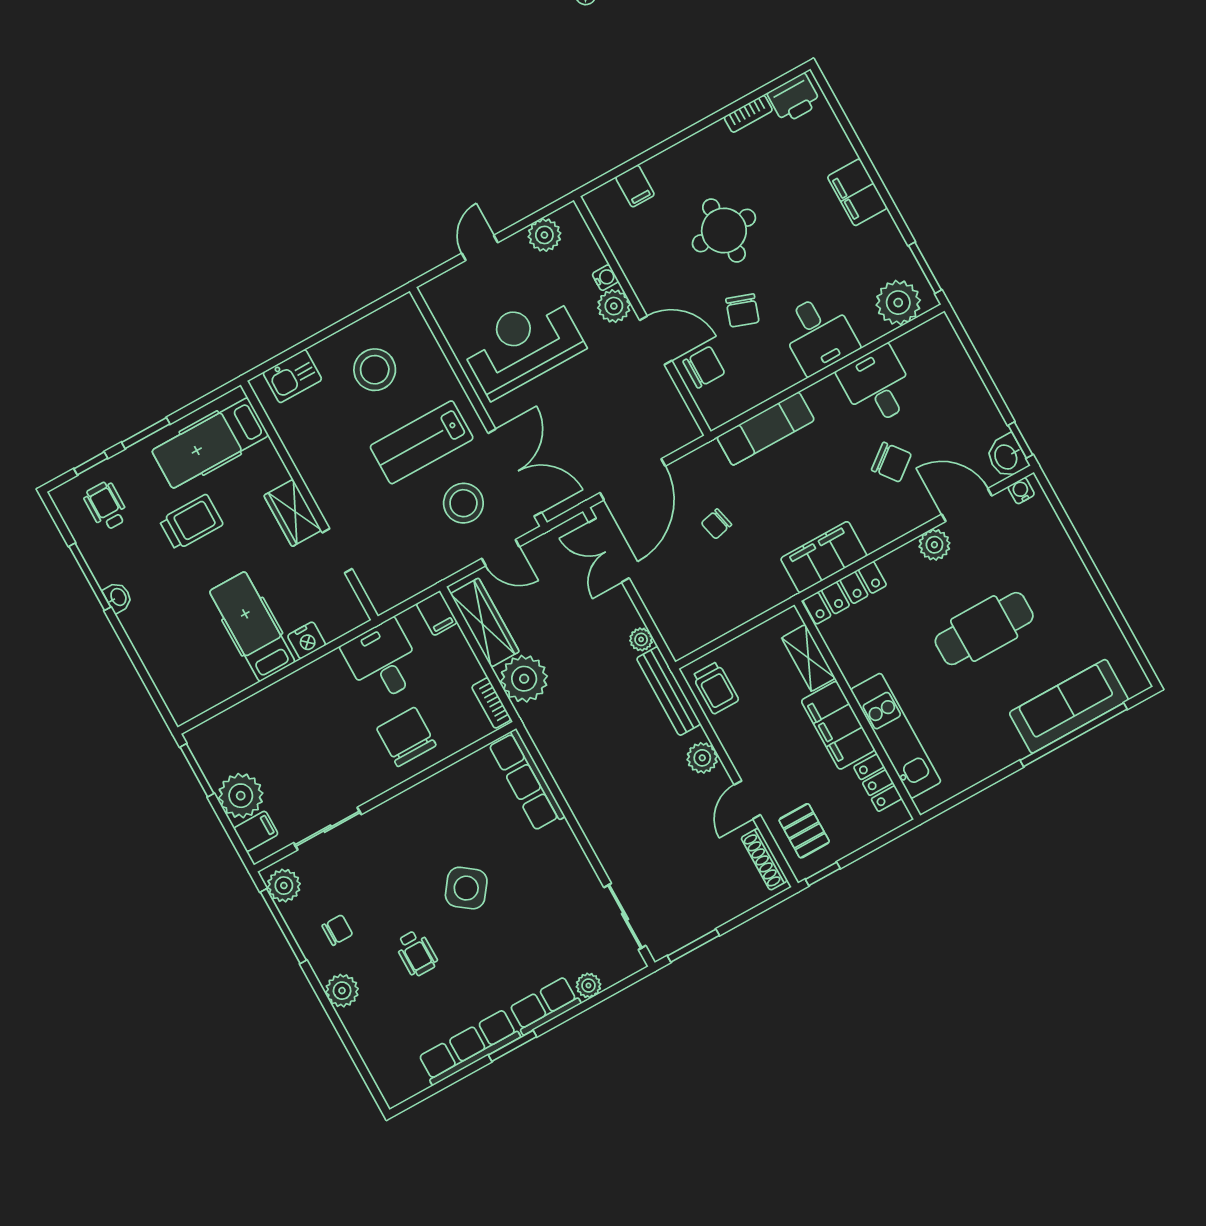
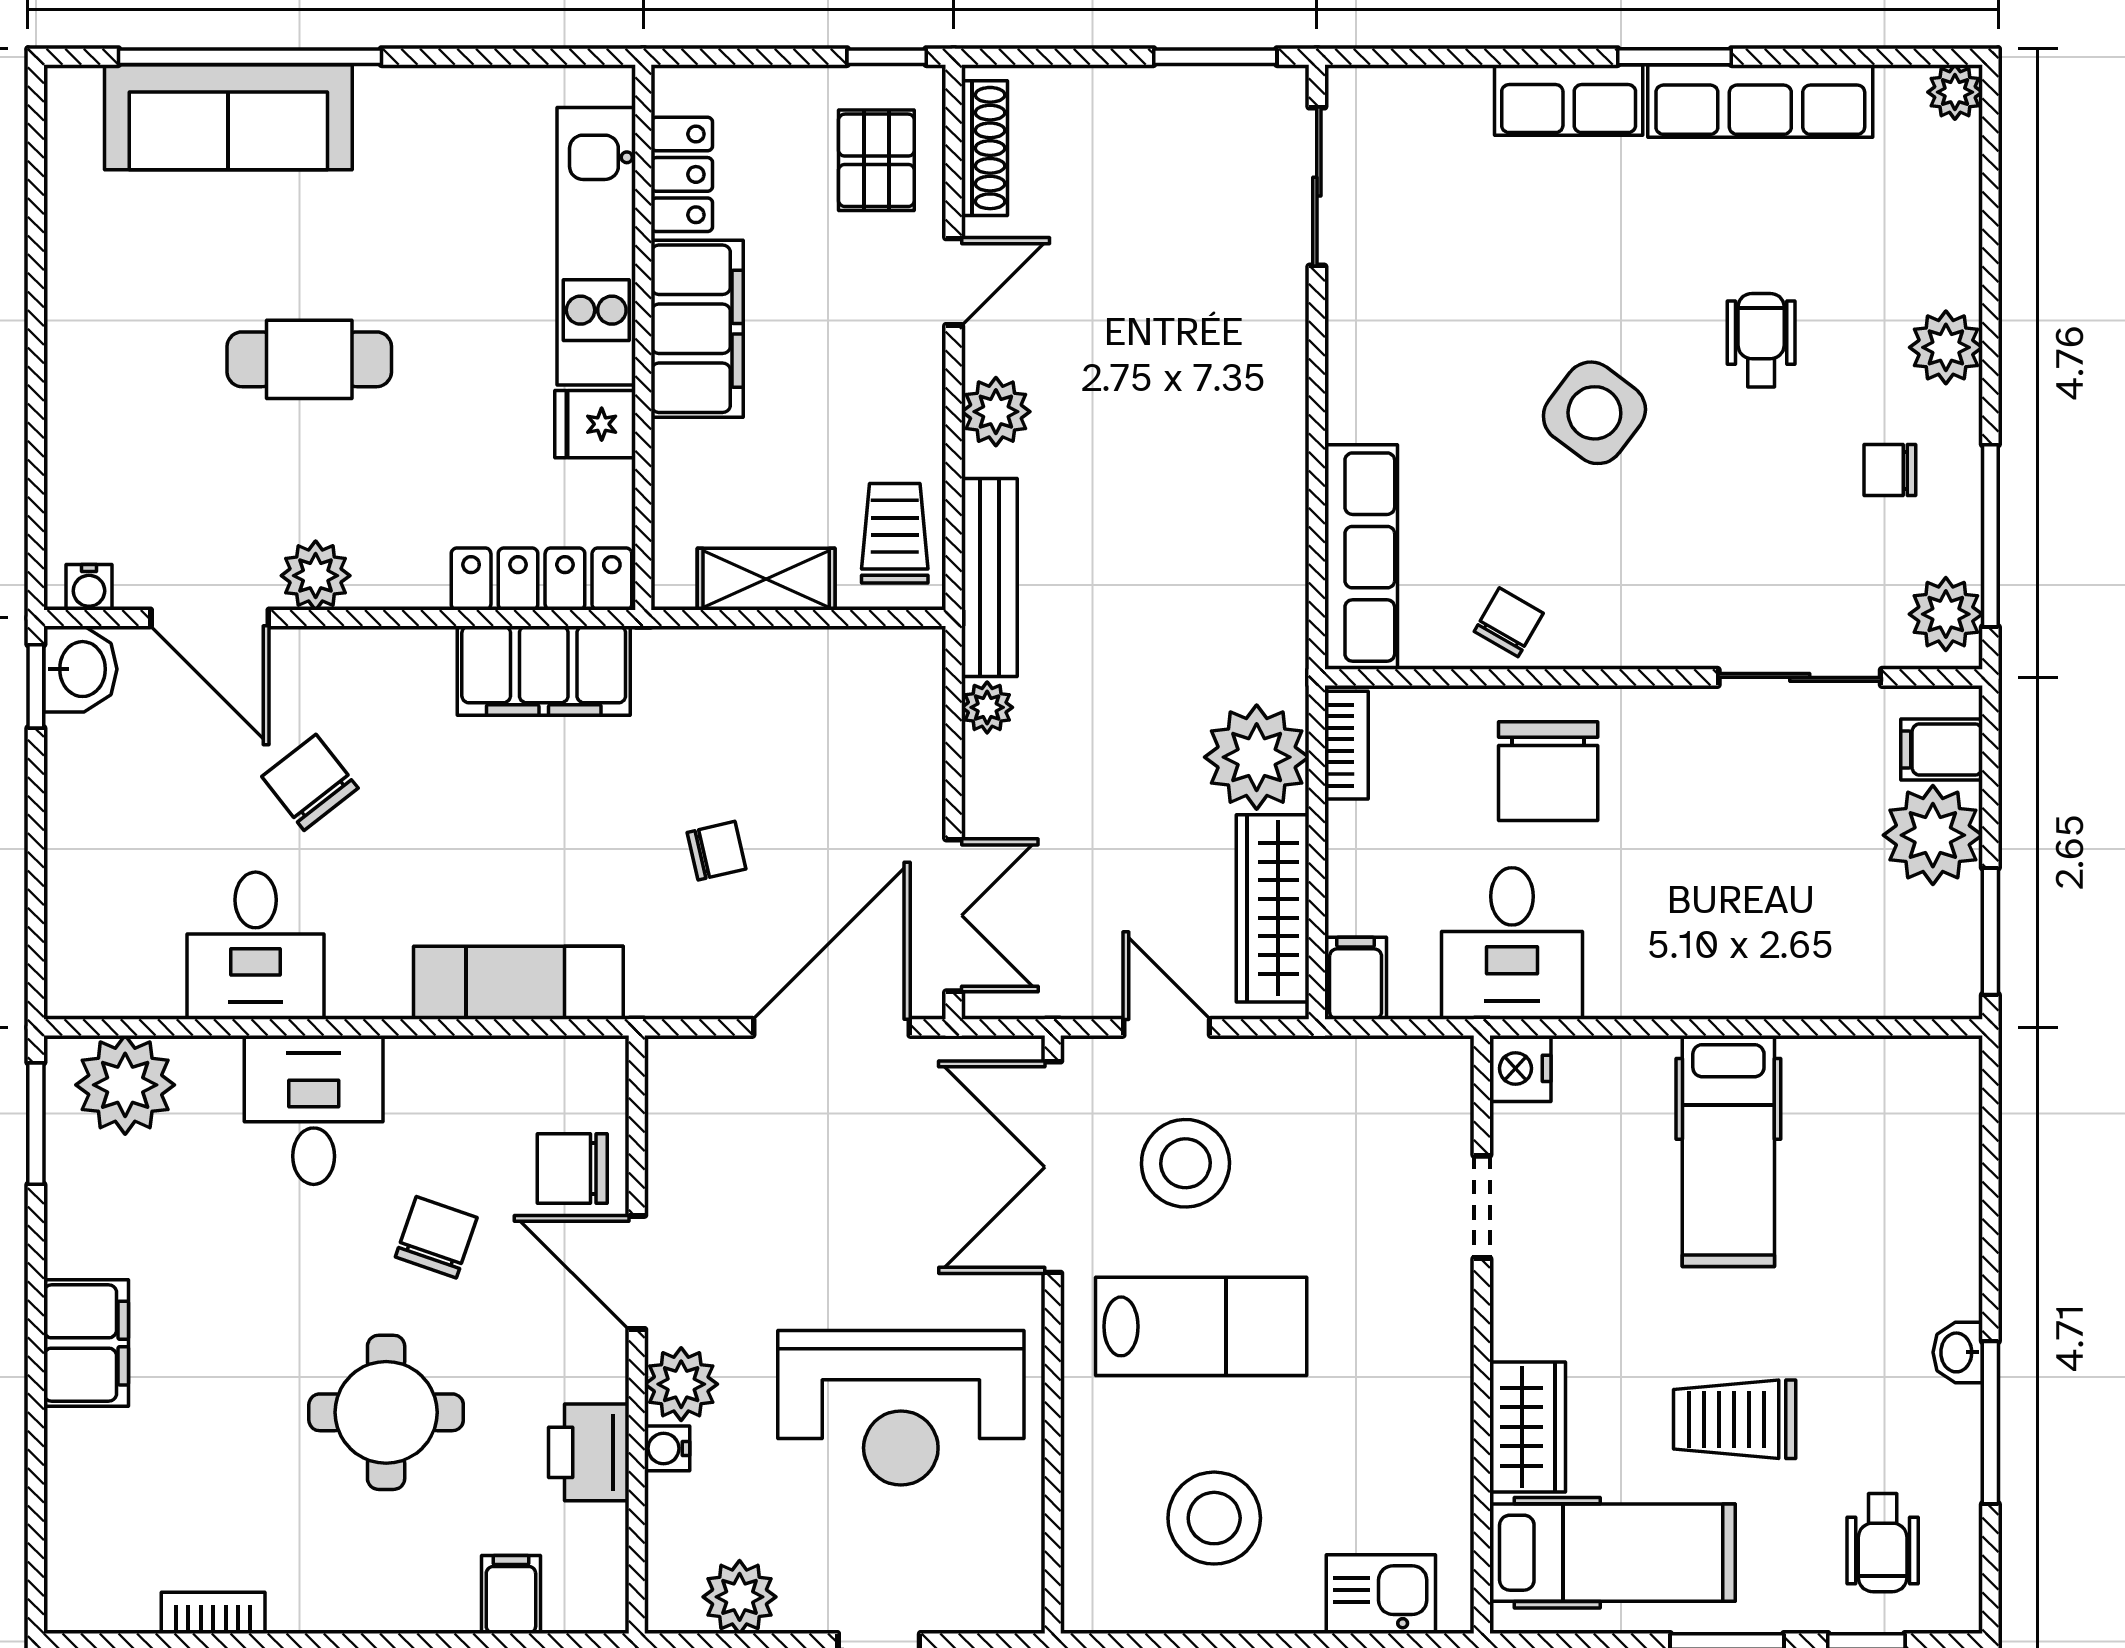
printer: (794, 98) -> (589, 1452), moved, turned -90
wardrobe: (293, 513) -> (1528, 1427), moved
cafe table: (984, 629) -> (309, 359), width x0.73, depth x0.74
nightstand: (307, 640) -> (1520, 1068), moved, turned -90
shelving: (808, 658) -> (766, 579), moved, turned 90
fridge: (857, 665) -> (595, 424), added
chair: (454, 787) -> (1509, 622), added
plant: (588, 985) -> (1955, 92), moved

